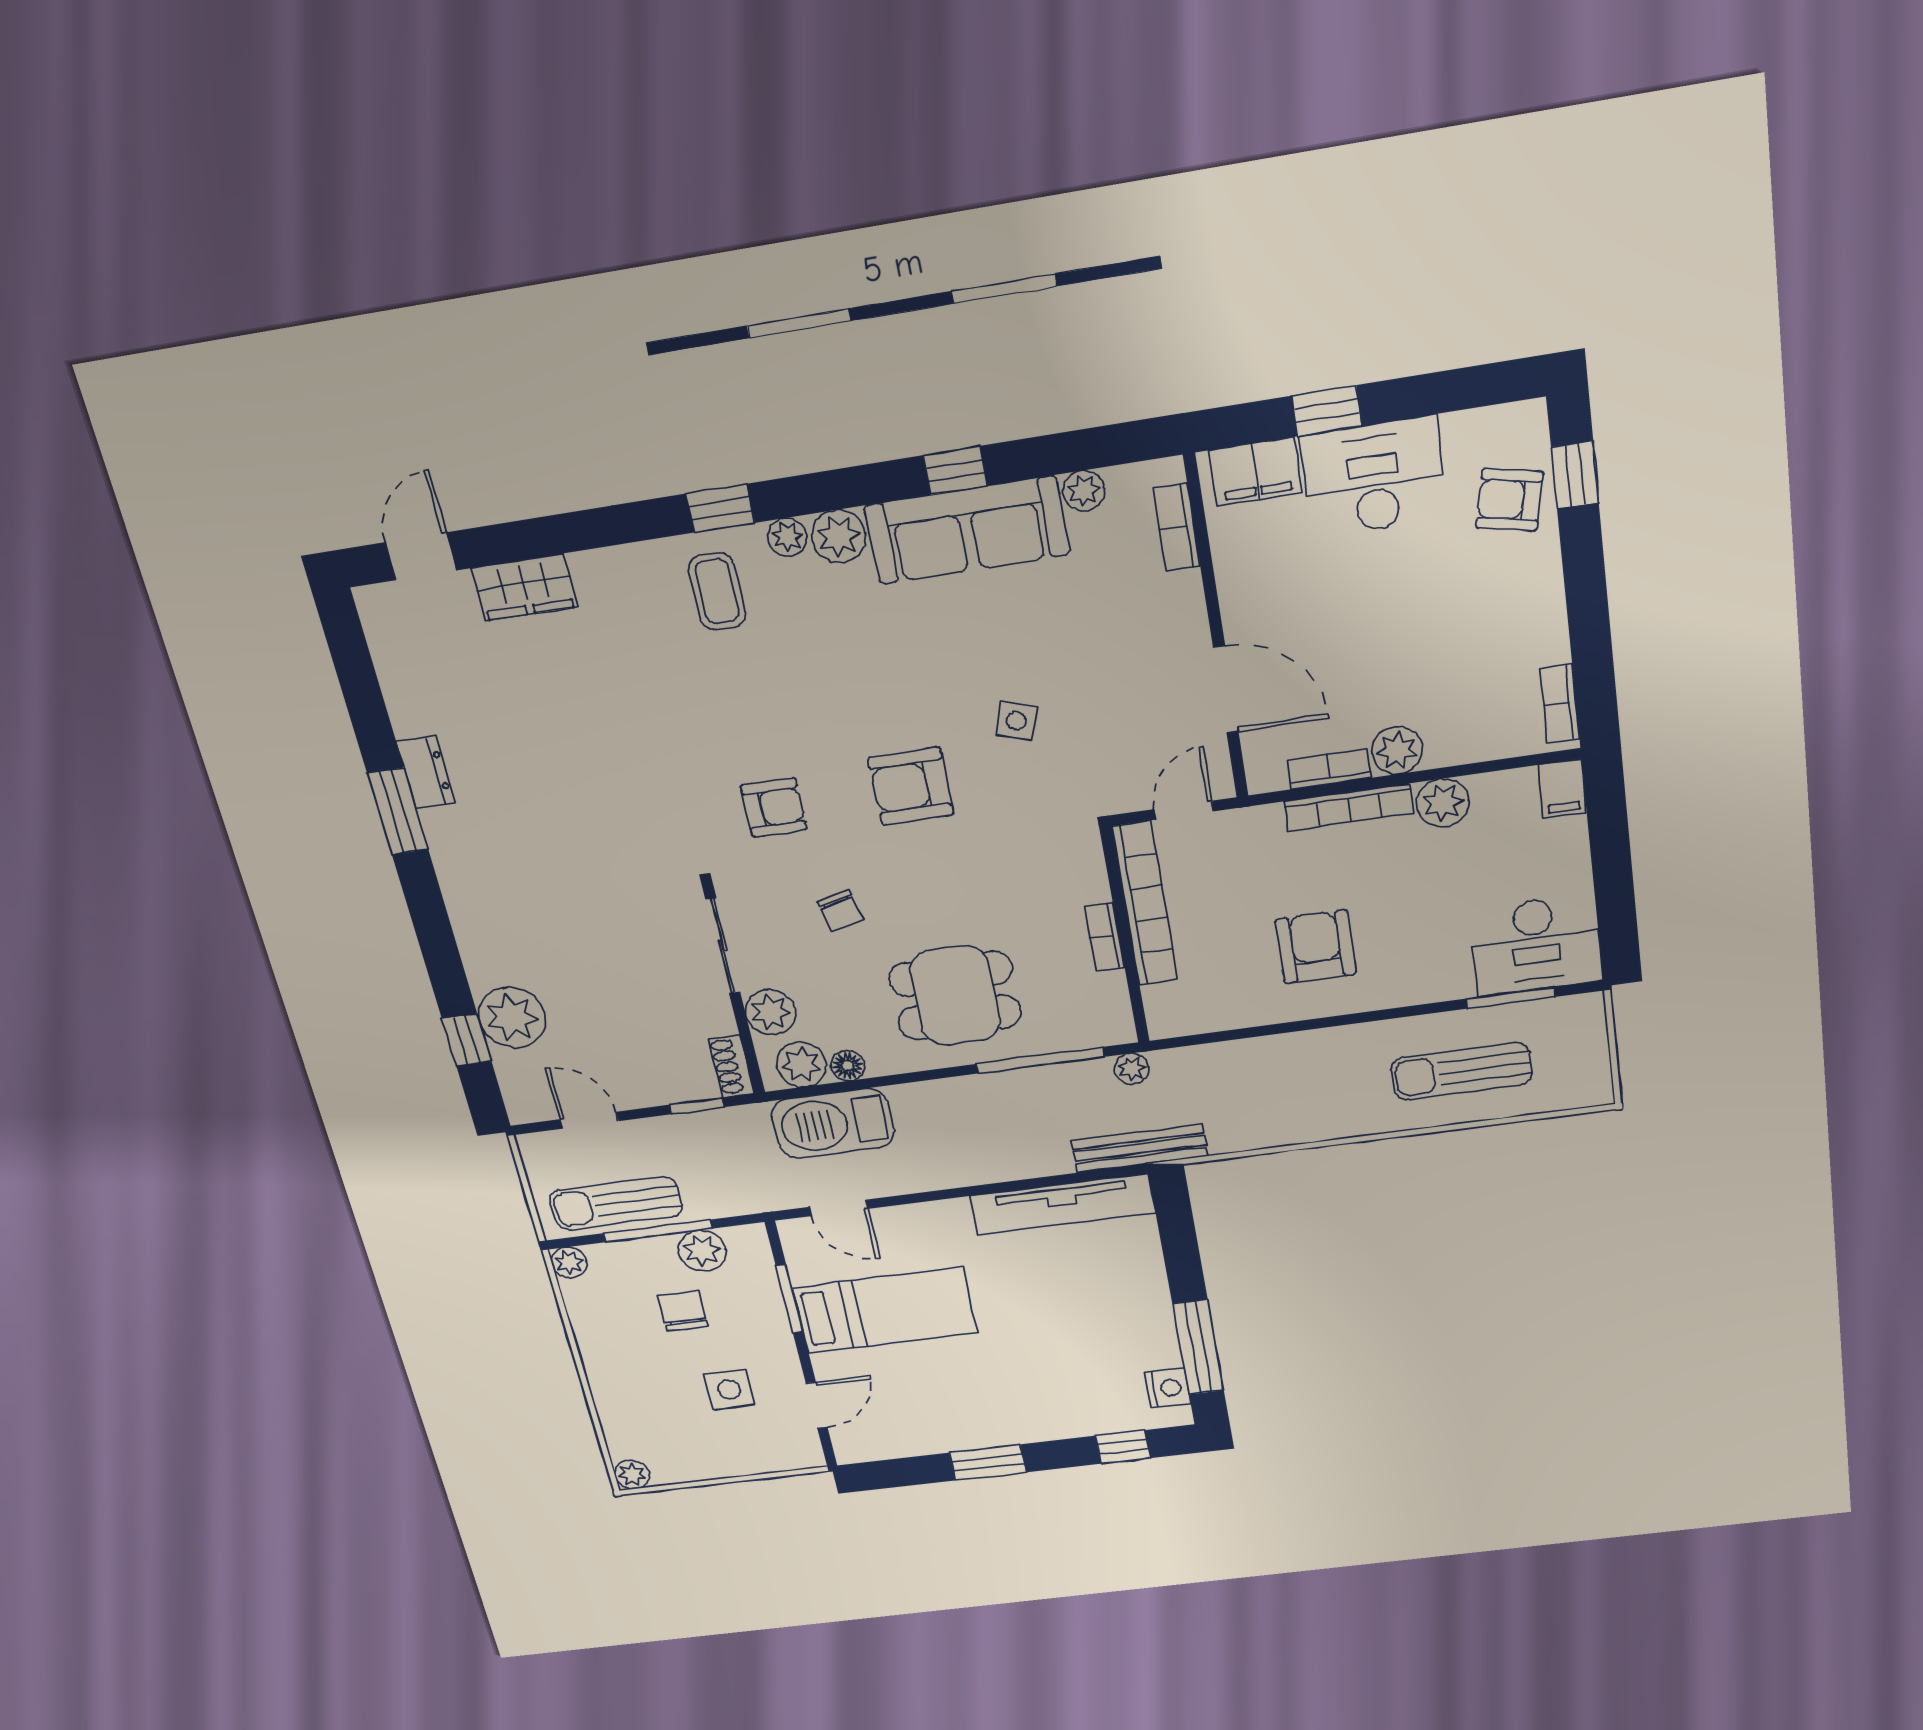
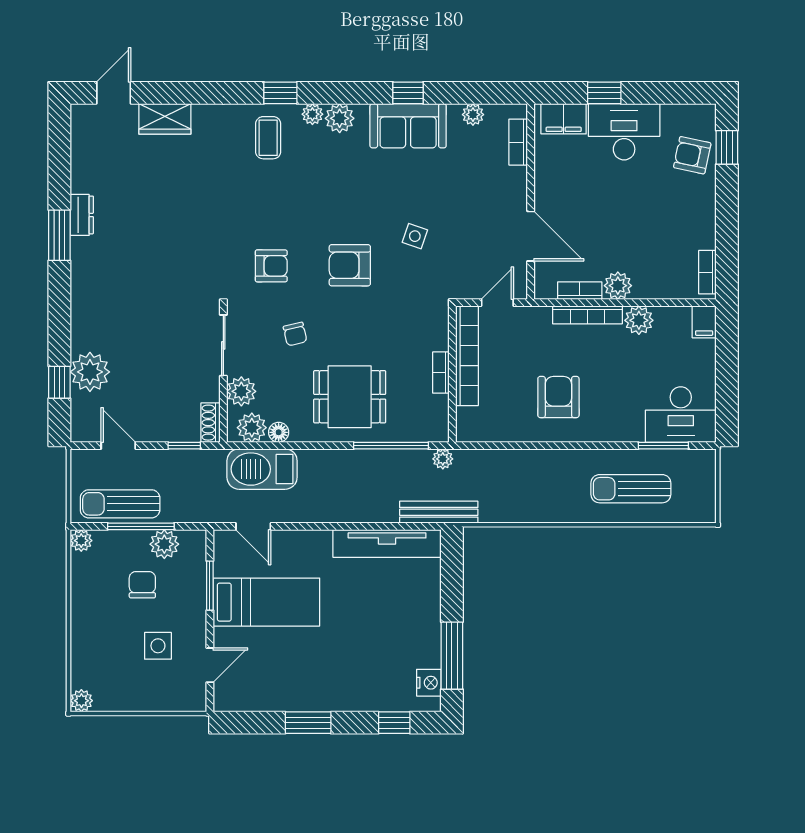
sofa: (967, 530) -> (408, 126), width x0.73

